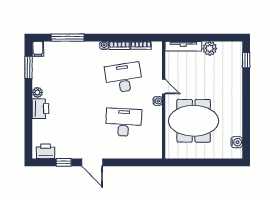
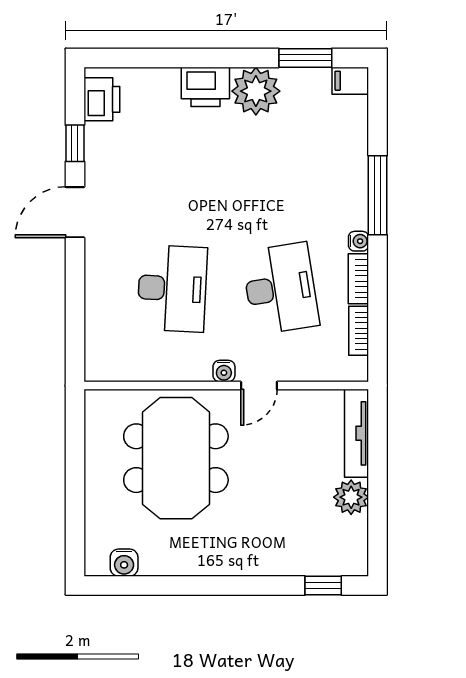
window: (68, 38) -> (378, 195), moved
plant: (38, 92) -> (256, 91), width x1.88, depth x1.88

